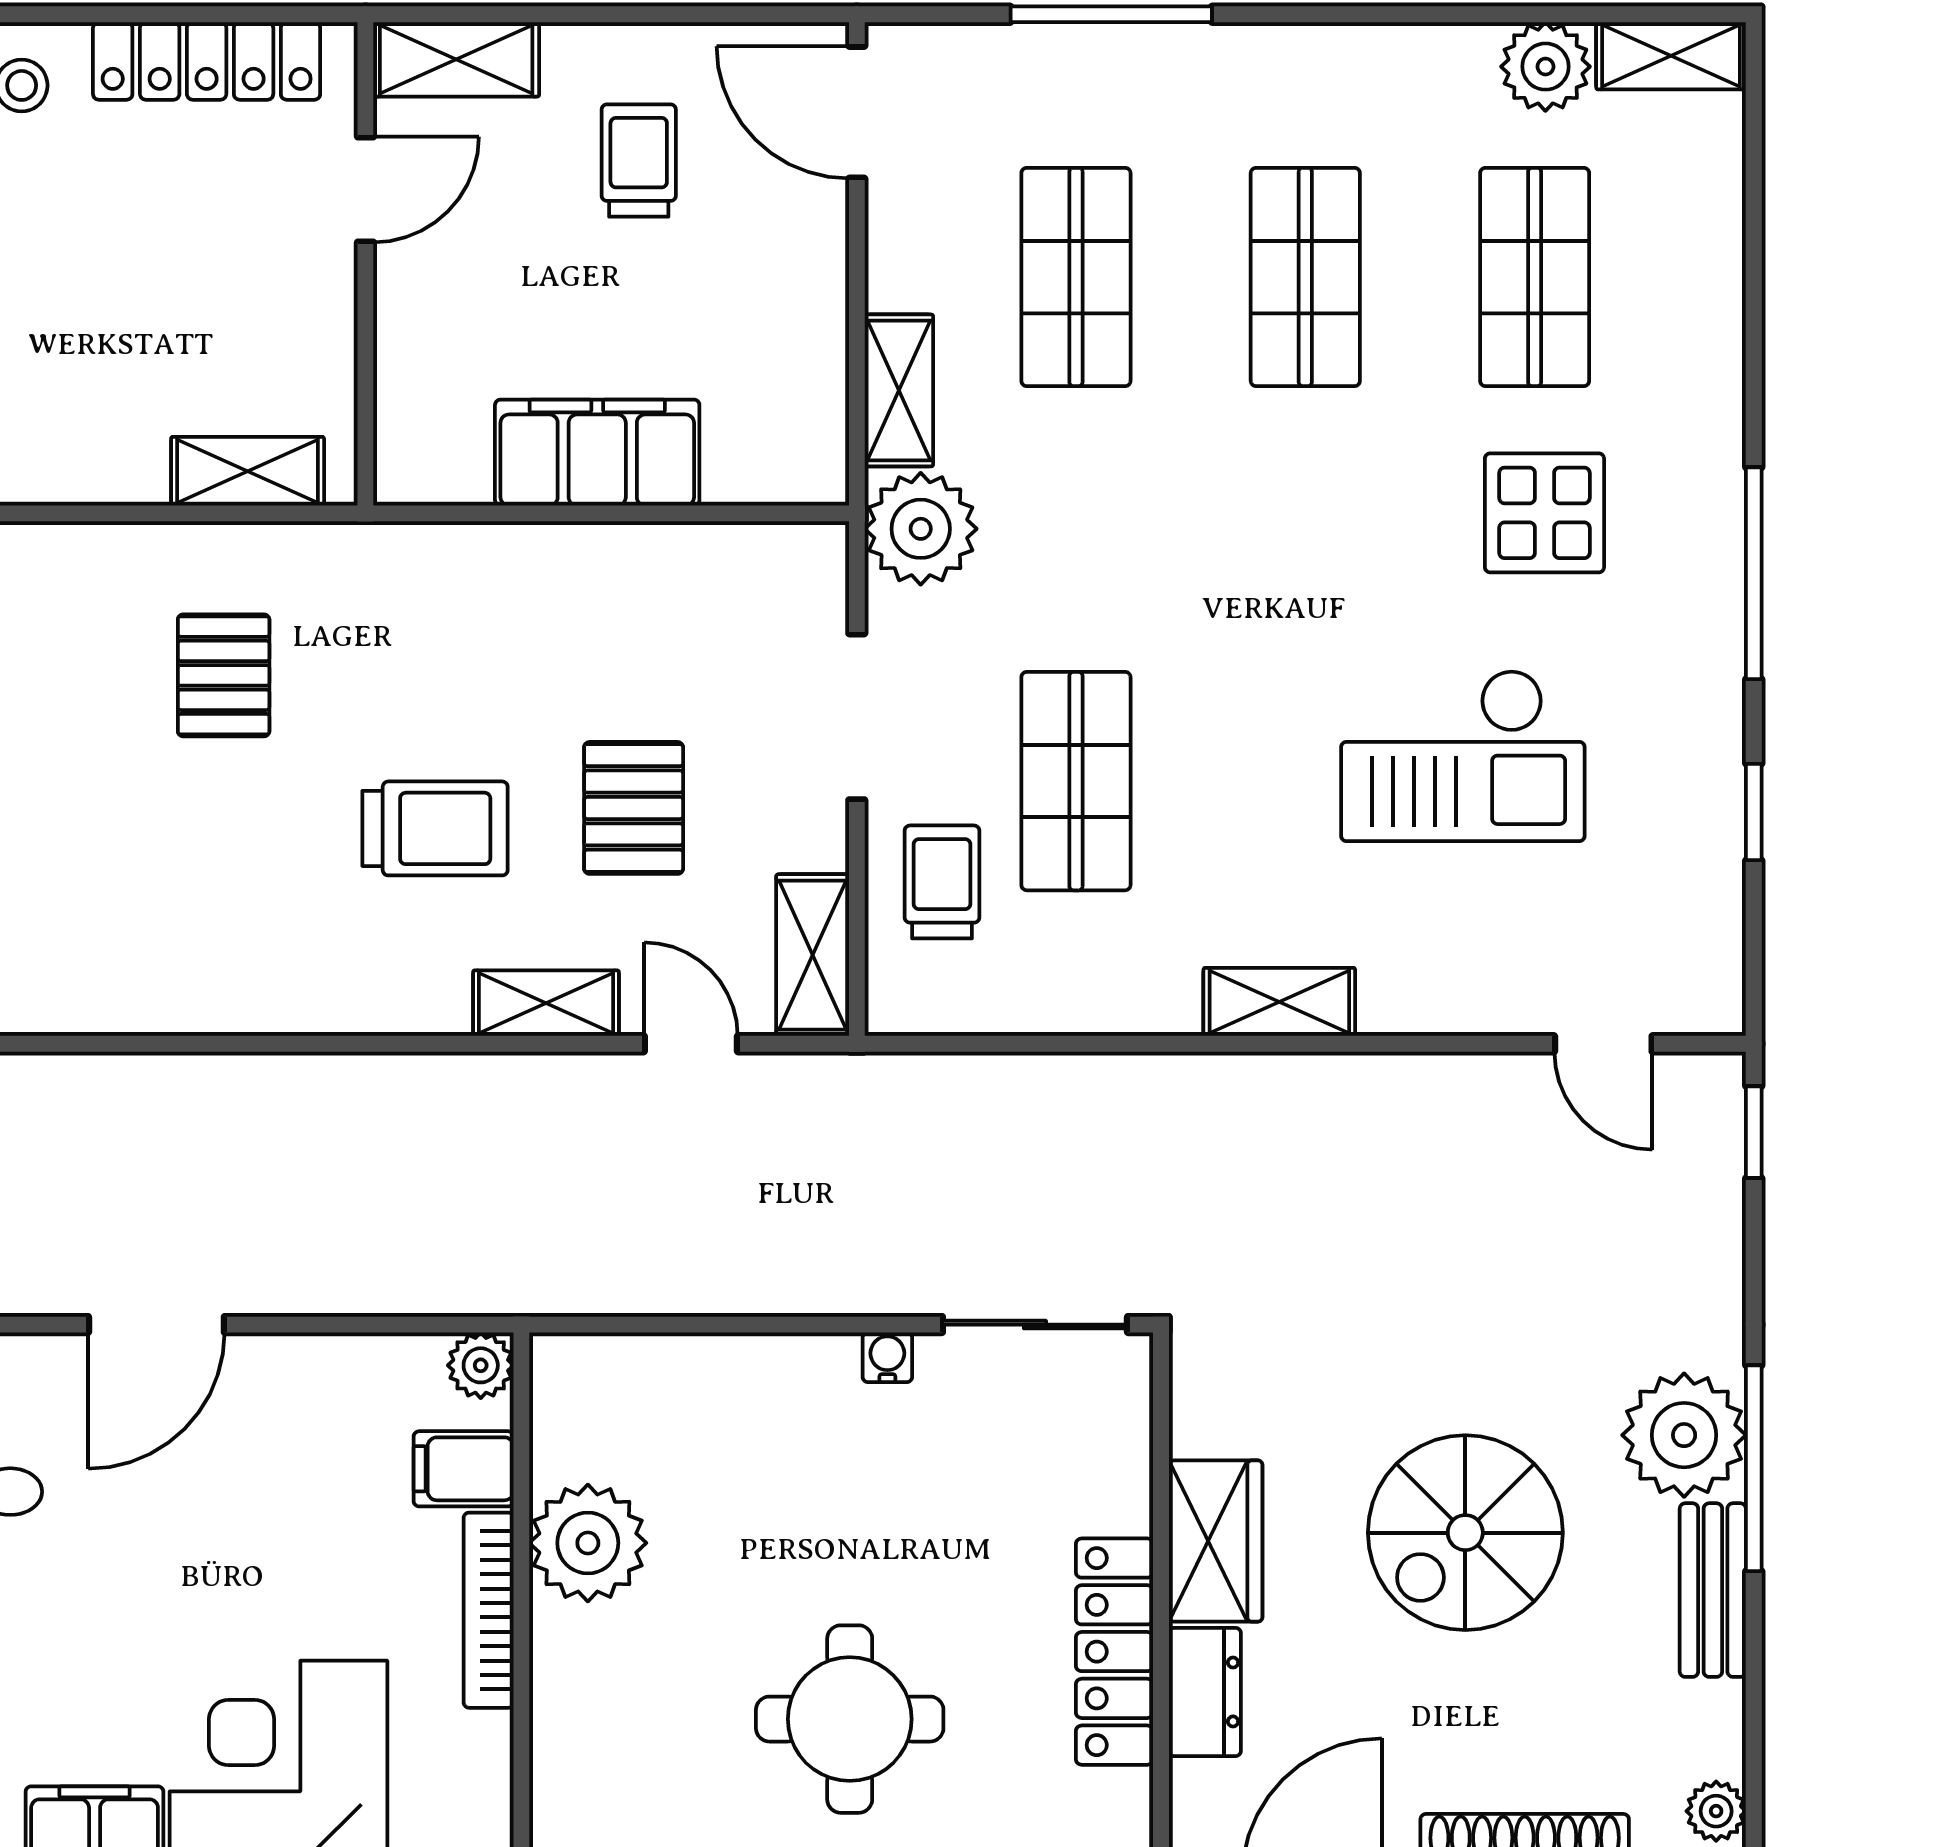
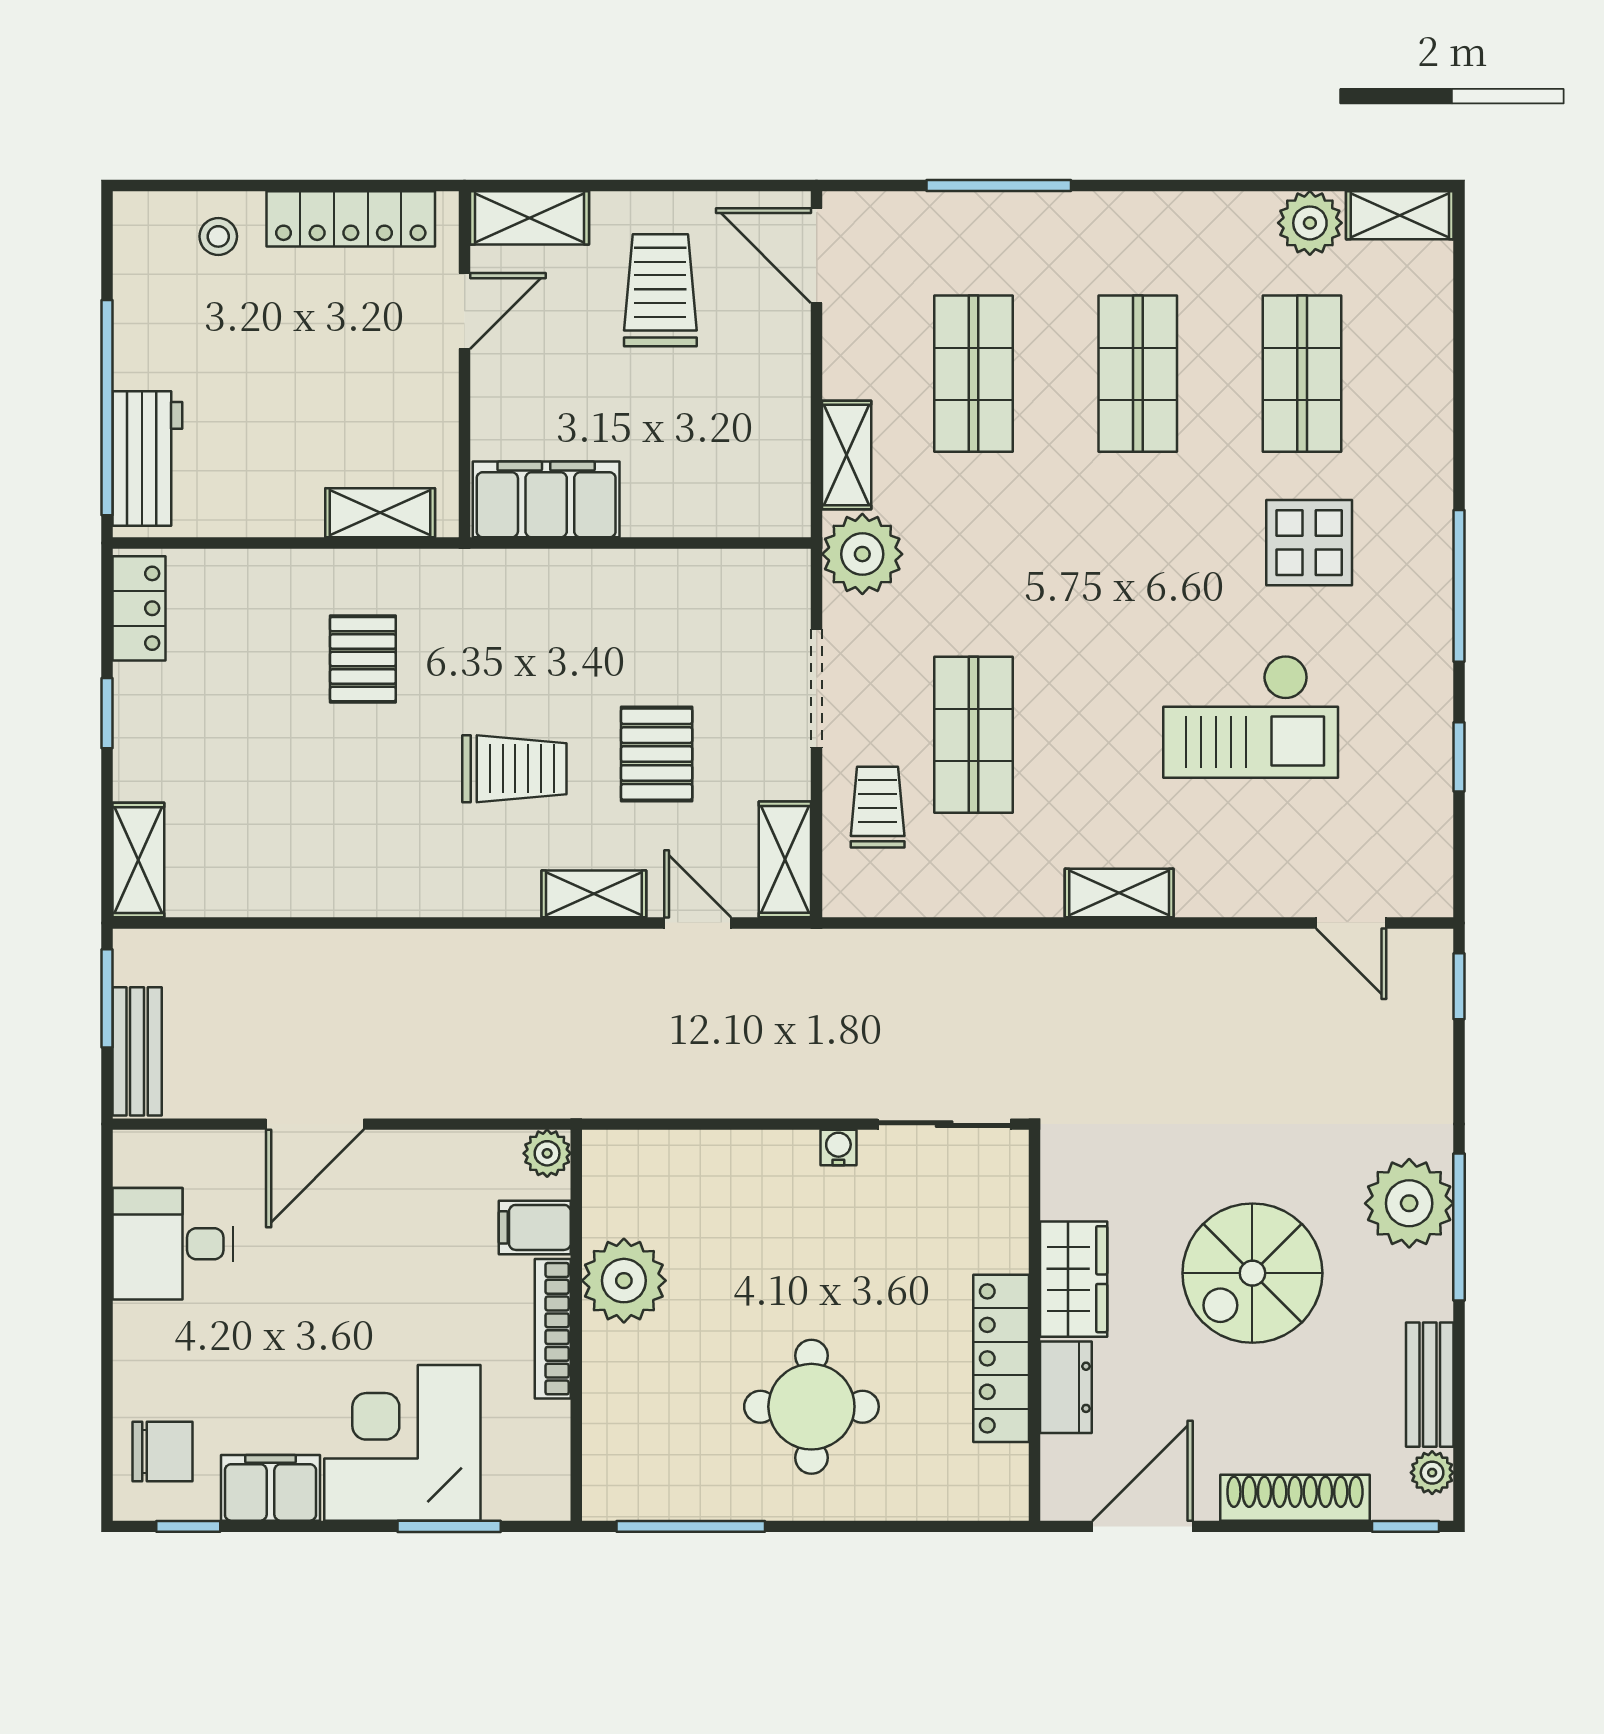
trolley: (639, 161) -> (660, 290), width x1.36, depth x1.39
filing cabinet: (597, 453) -> (546, 499), moved
bench: (1713, 1590) -> (1430, 1385), moved

